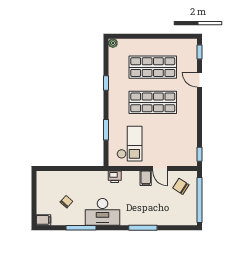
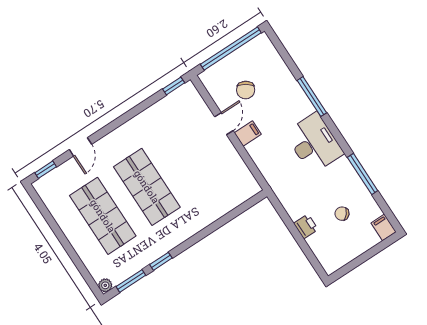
window: (106, 130) -> (131, 281), moved
checkout: (129, 144) -> (218, 182), removed
printer: (115, 177) -> (306, 226), moved
chair: (181, 186) -> (246, 90), moved
desk: (102, 212) -> (314, 143), moved

